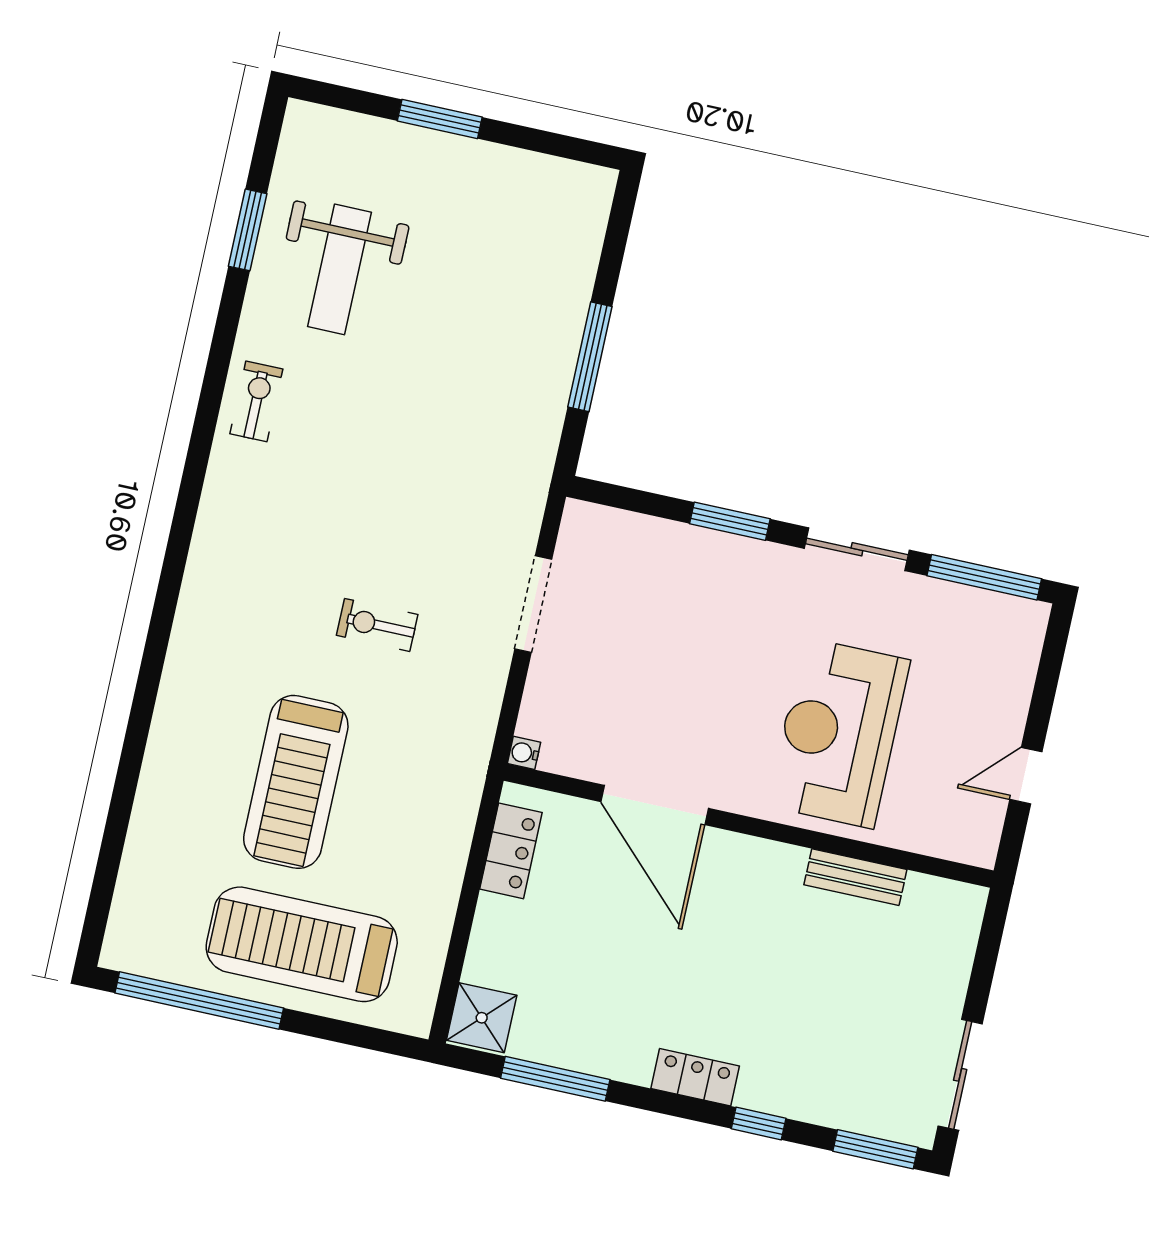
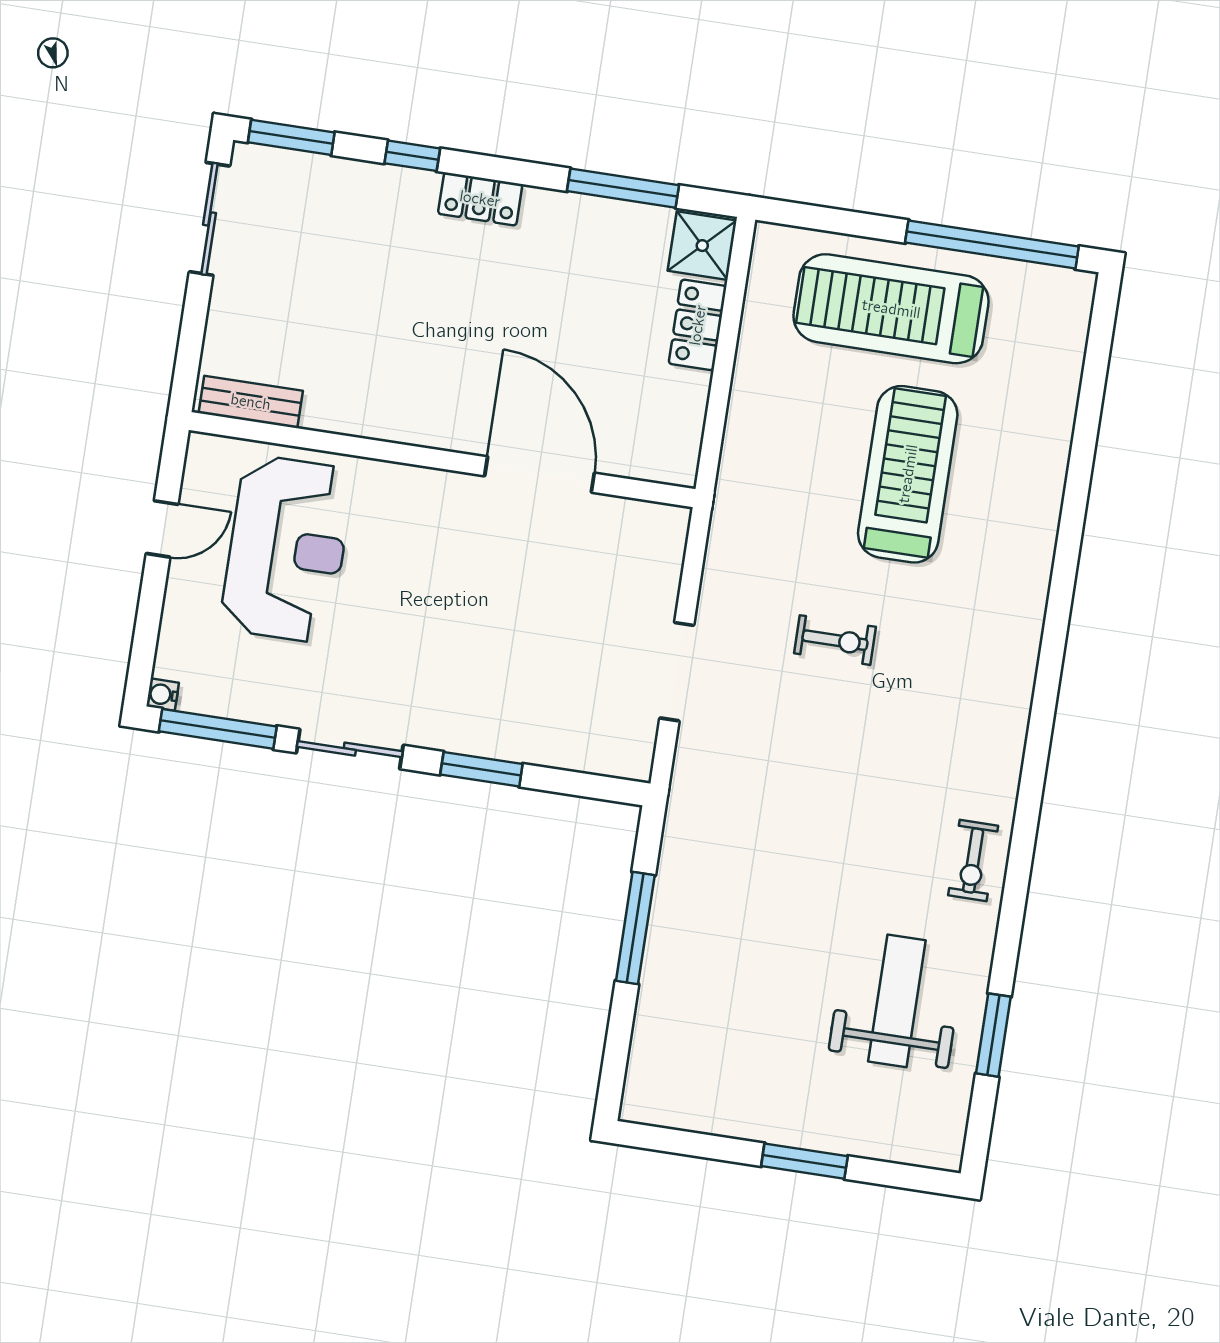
reception desk: (839, 733) -> (287, 549), moved
water cooler: (524, 753) -> (163, 695), moved, turned 180
locker: (511, 851) -> (698, 325), moved
bench: (855, 877) -> (251, 402), moved
treadmill: (302, 944) -> (891, 309), turned 180

